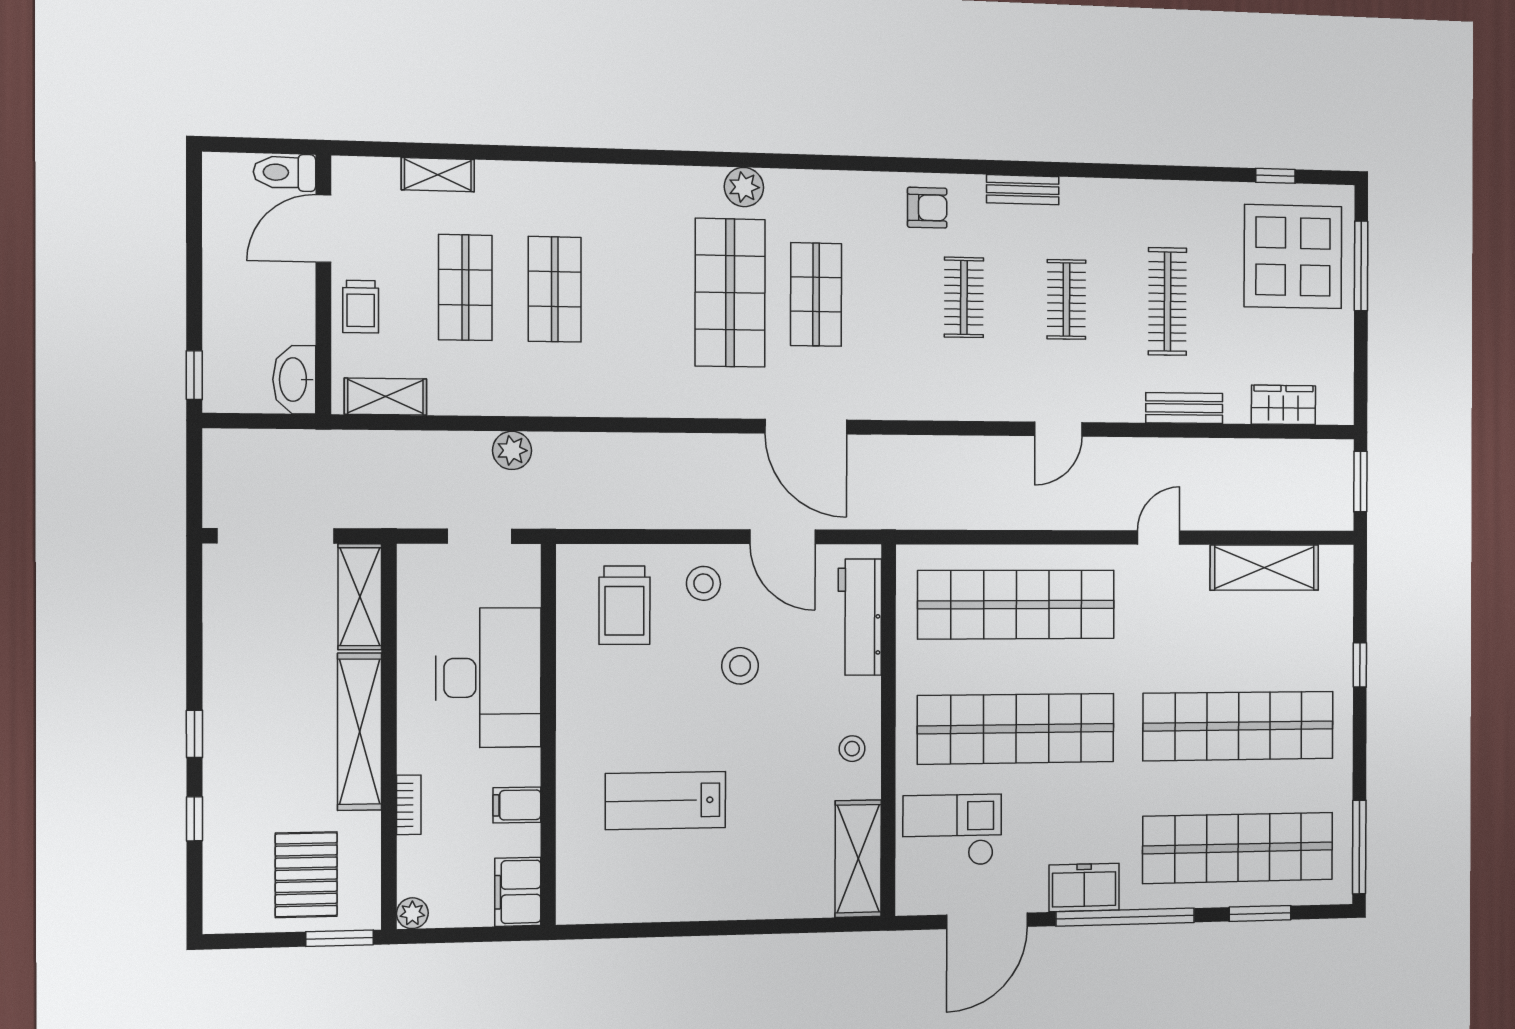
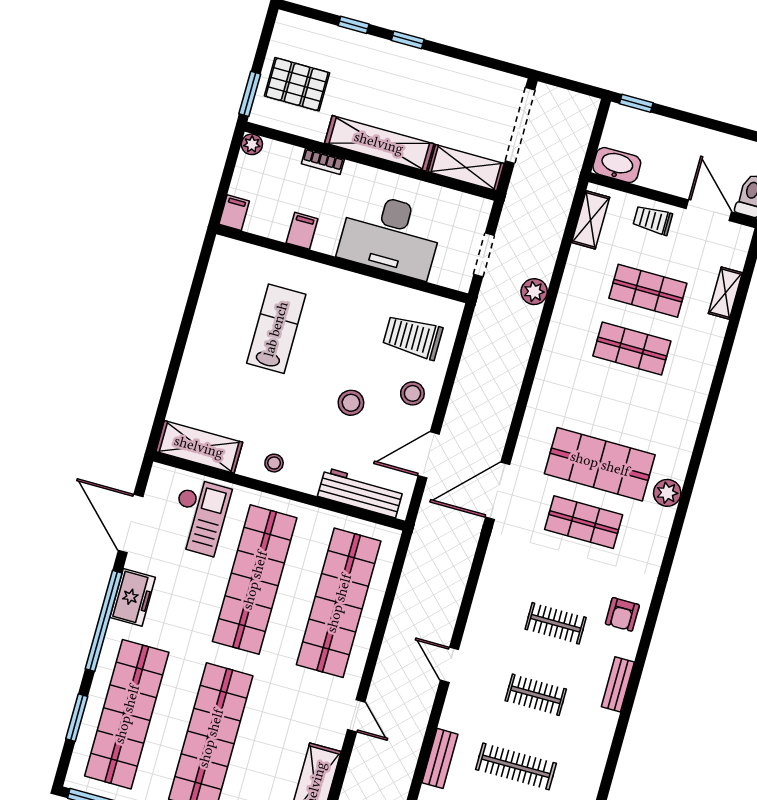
filing cabinet: (518, 892) -> (234, 213), width x0.50

